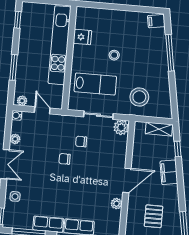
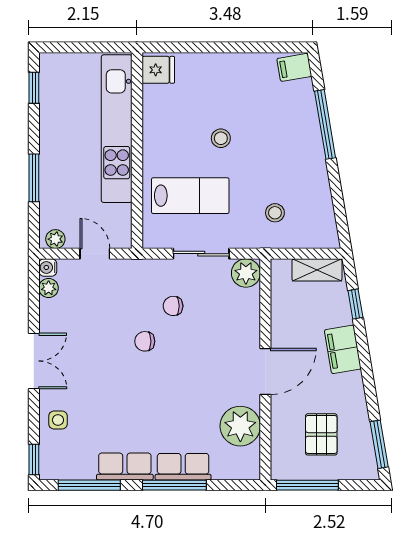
fridge: (82, 37) -> (158, 70), moved
stool: (139, 97) -> (275, 213), width x0.53, depth x0.53
plant: (15, 139) -> (49, 288), moved
plant: (116, 204) -> (240, 426), width x1.88, depth x1.88

